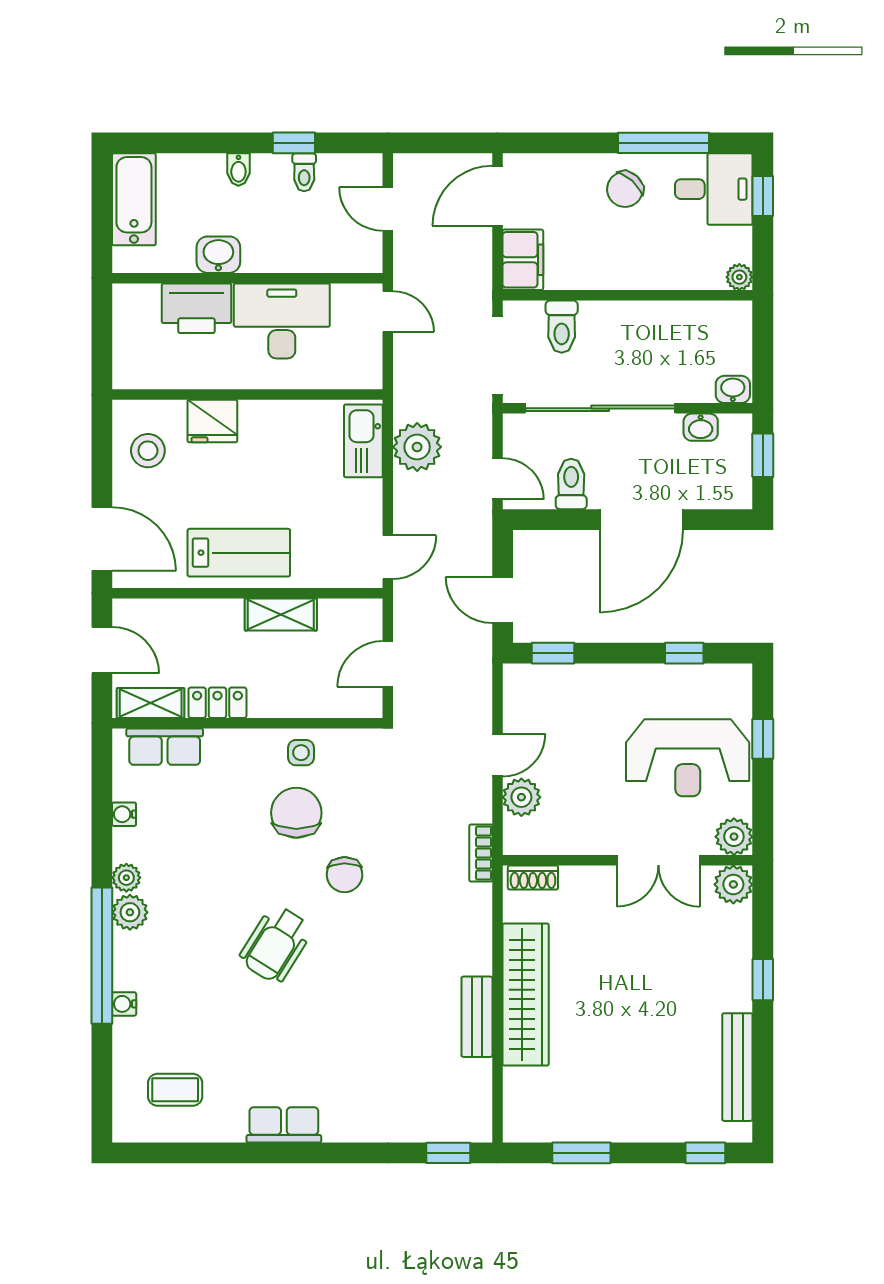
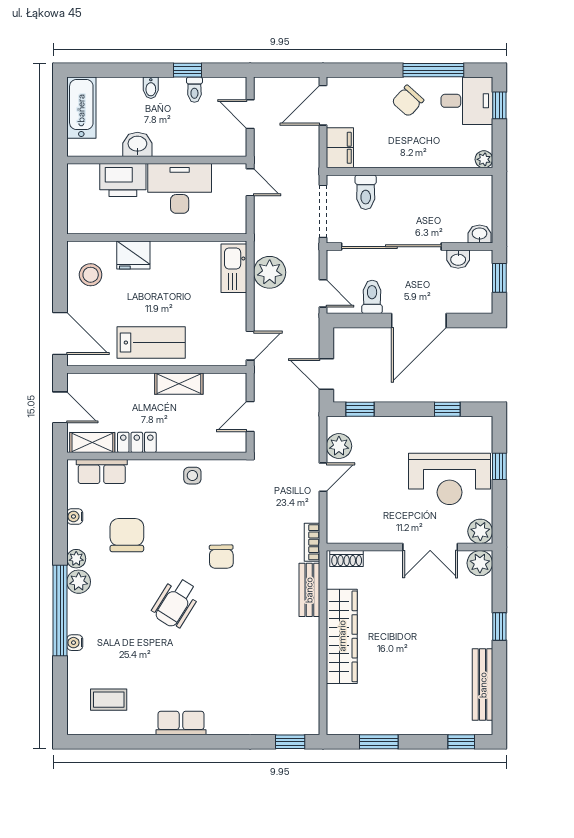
plant: (521, 797) -> (339, 446), moved
chair: (296, 813) -> (127, 535), moved
bench: (477, 1017) -> (309, 590), moved

